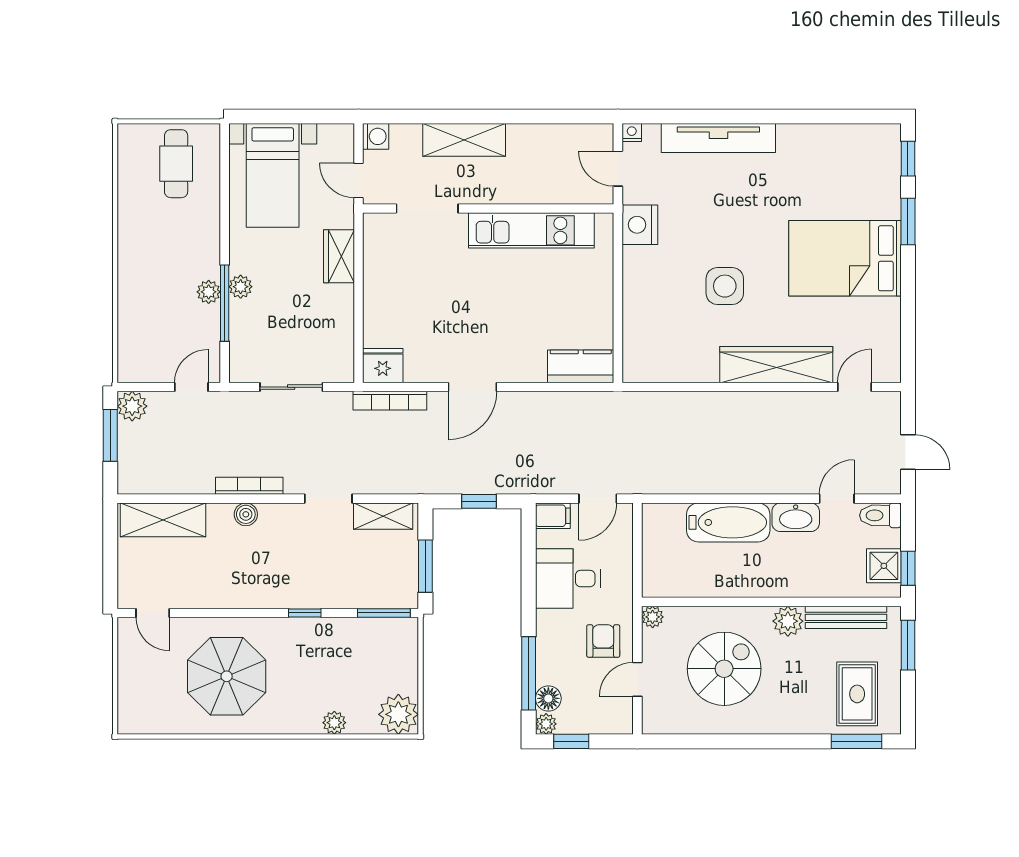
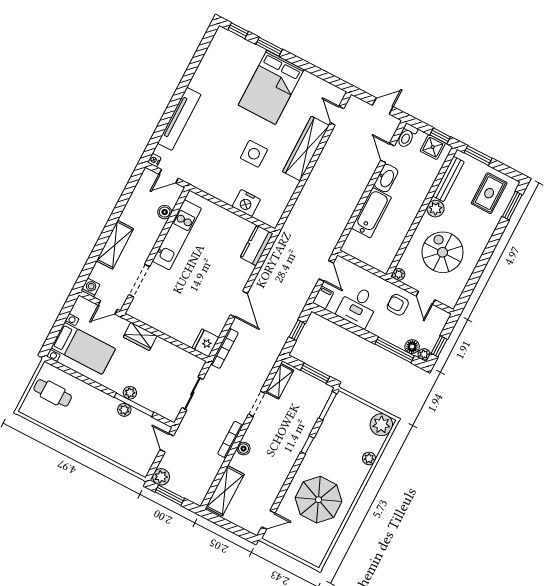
boiler: (558, 192) -> (165, 212), added
nightstand: (640, 225) -> (246, 203), moved
rug: (857, 694) -> (489, 193), turned 90

